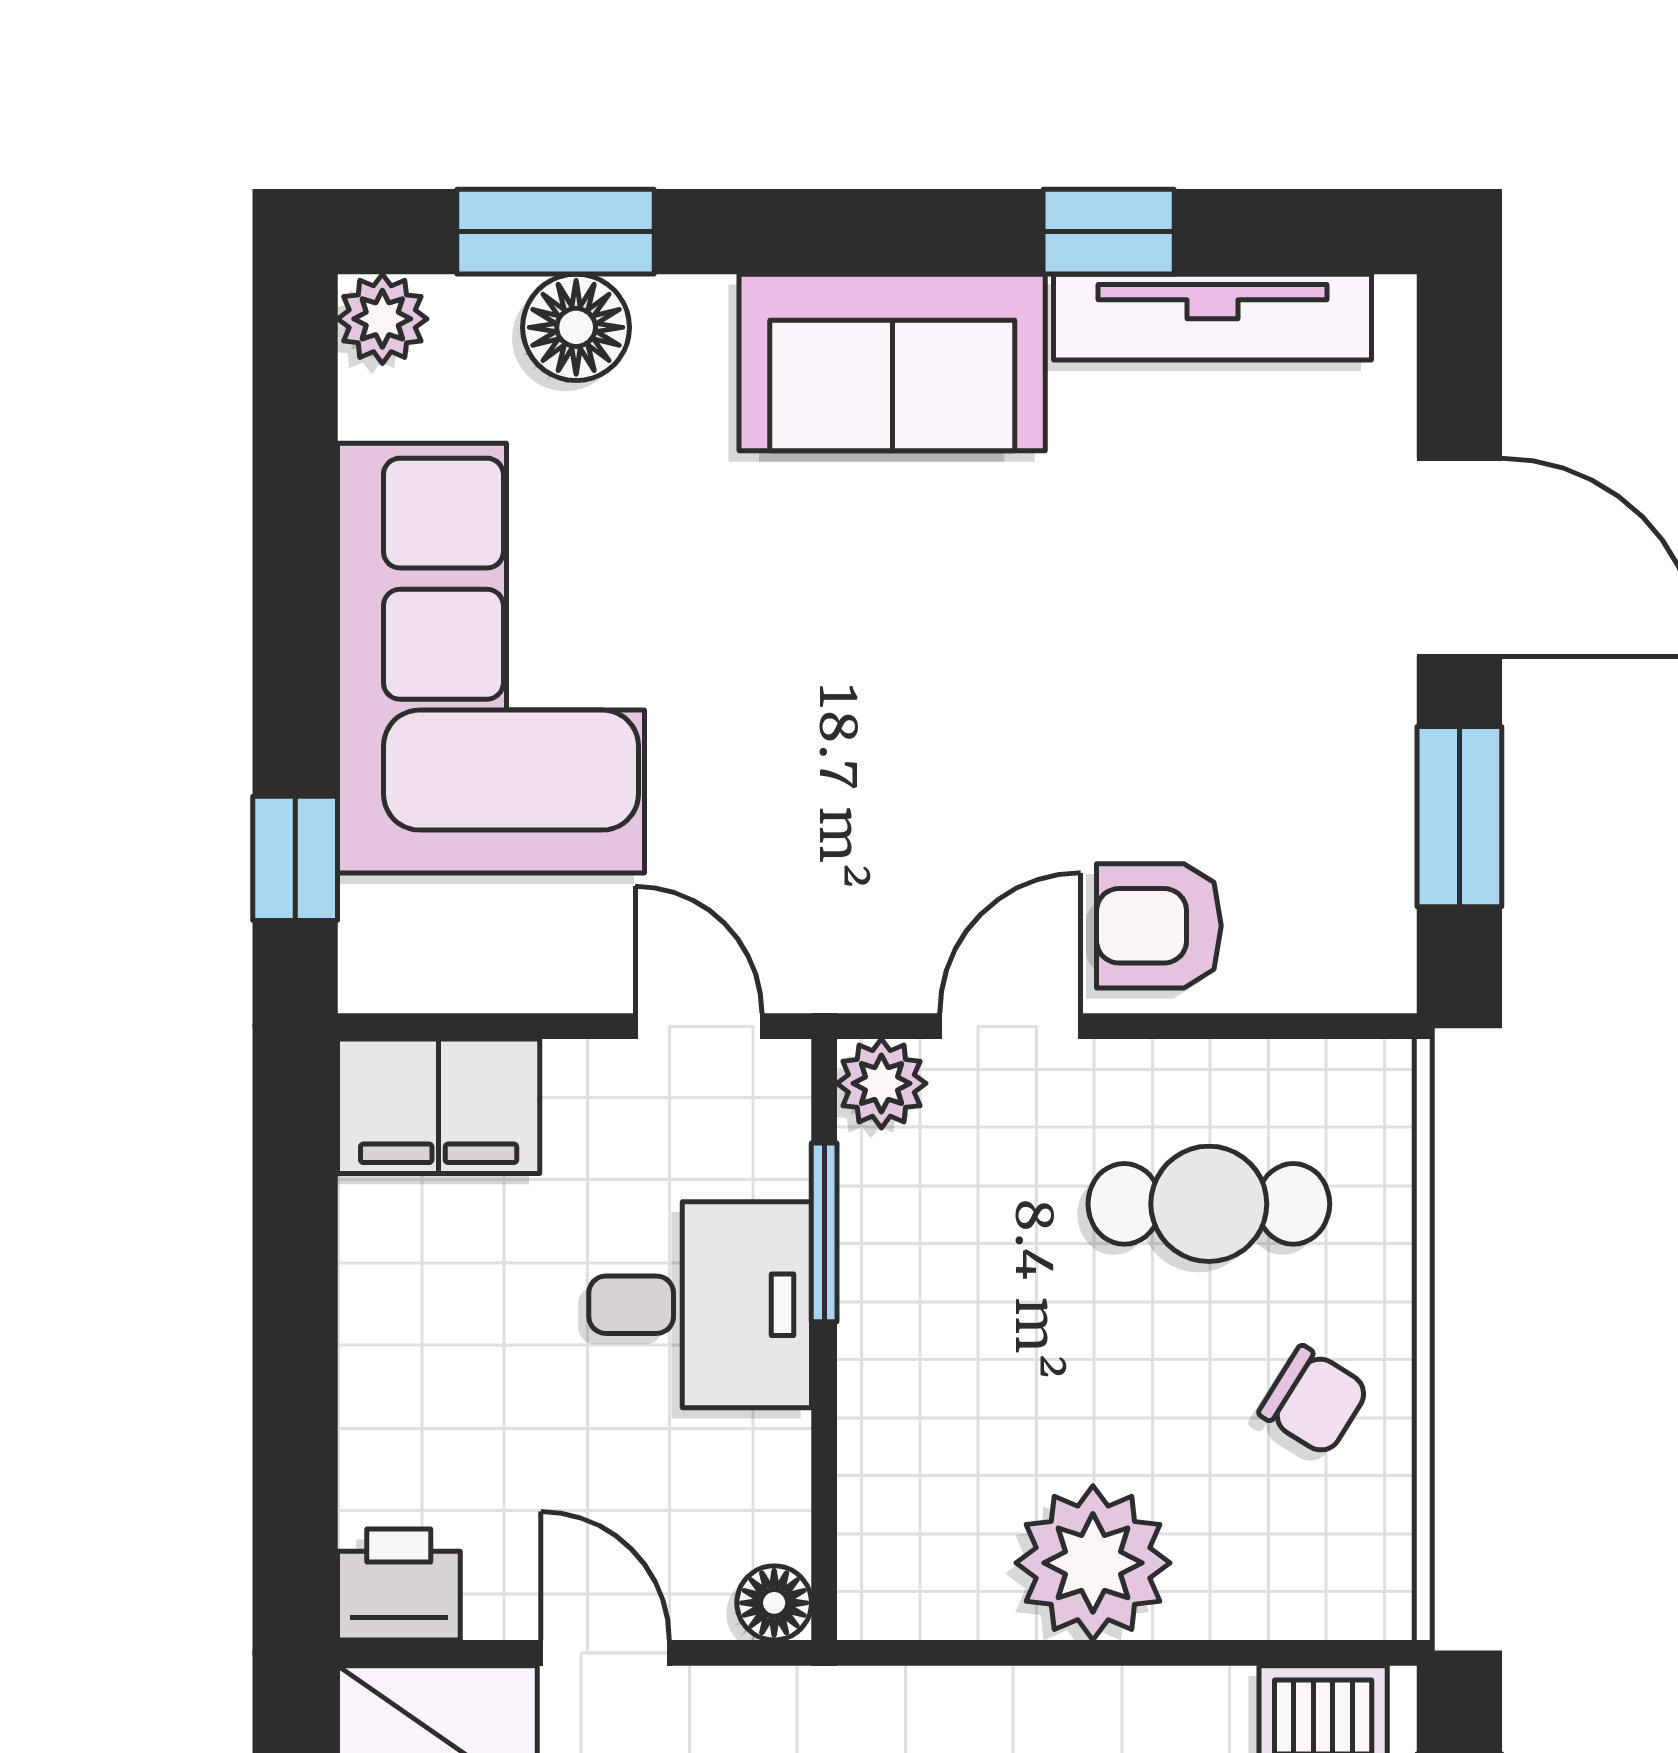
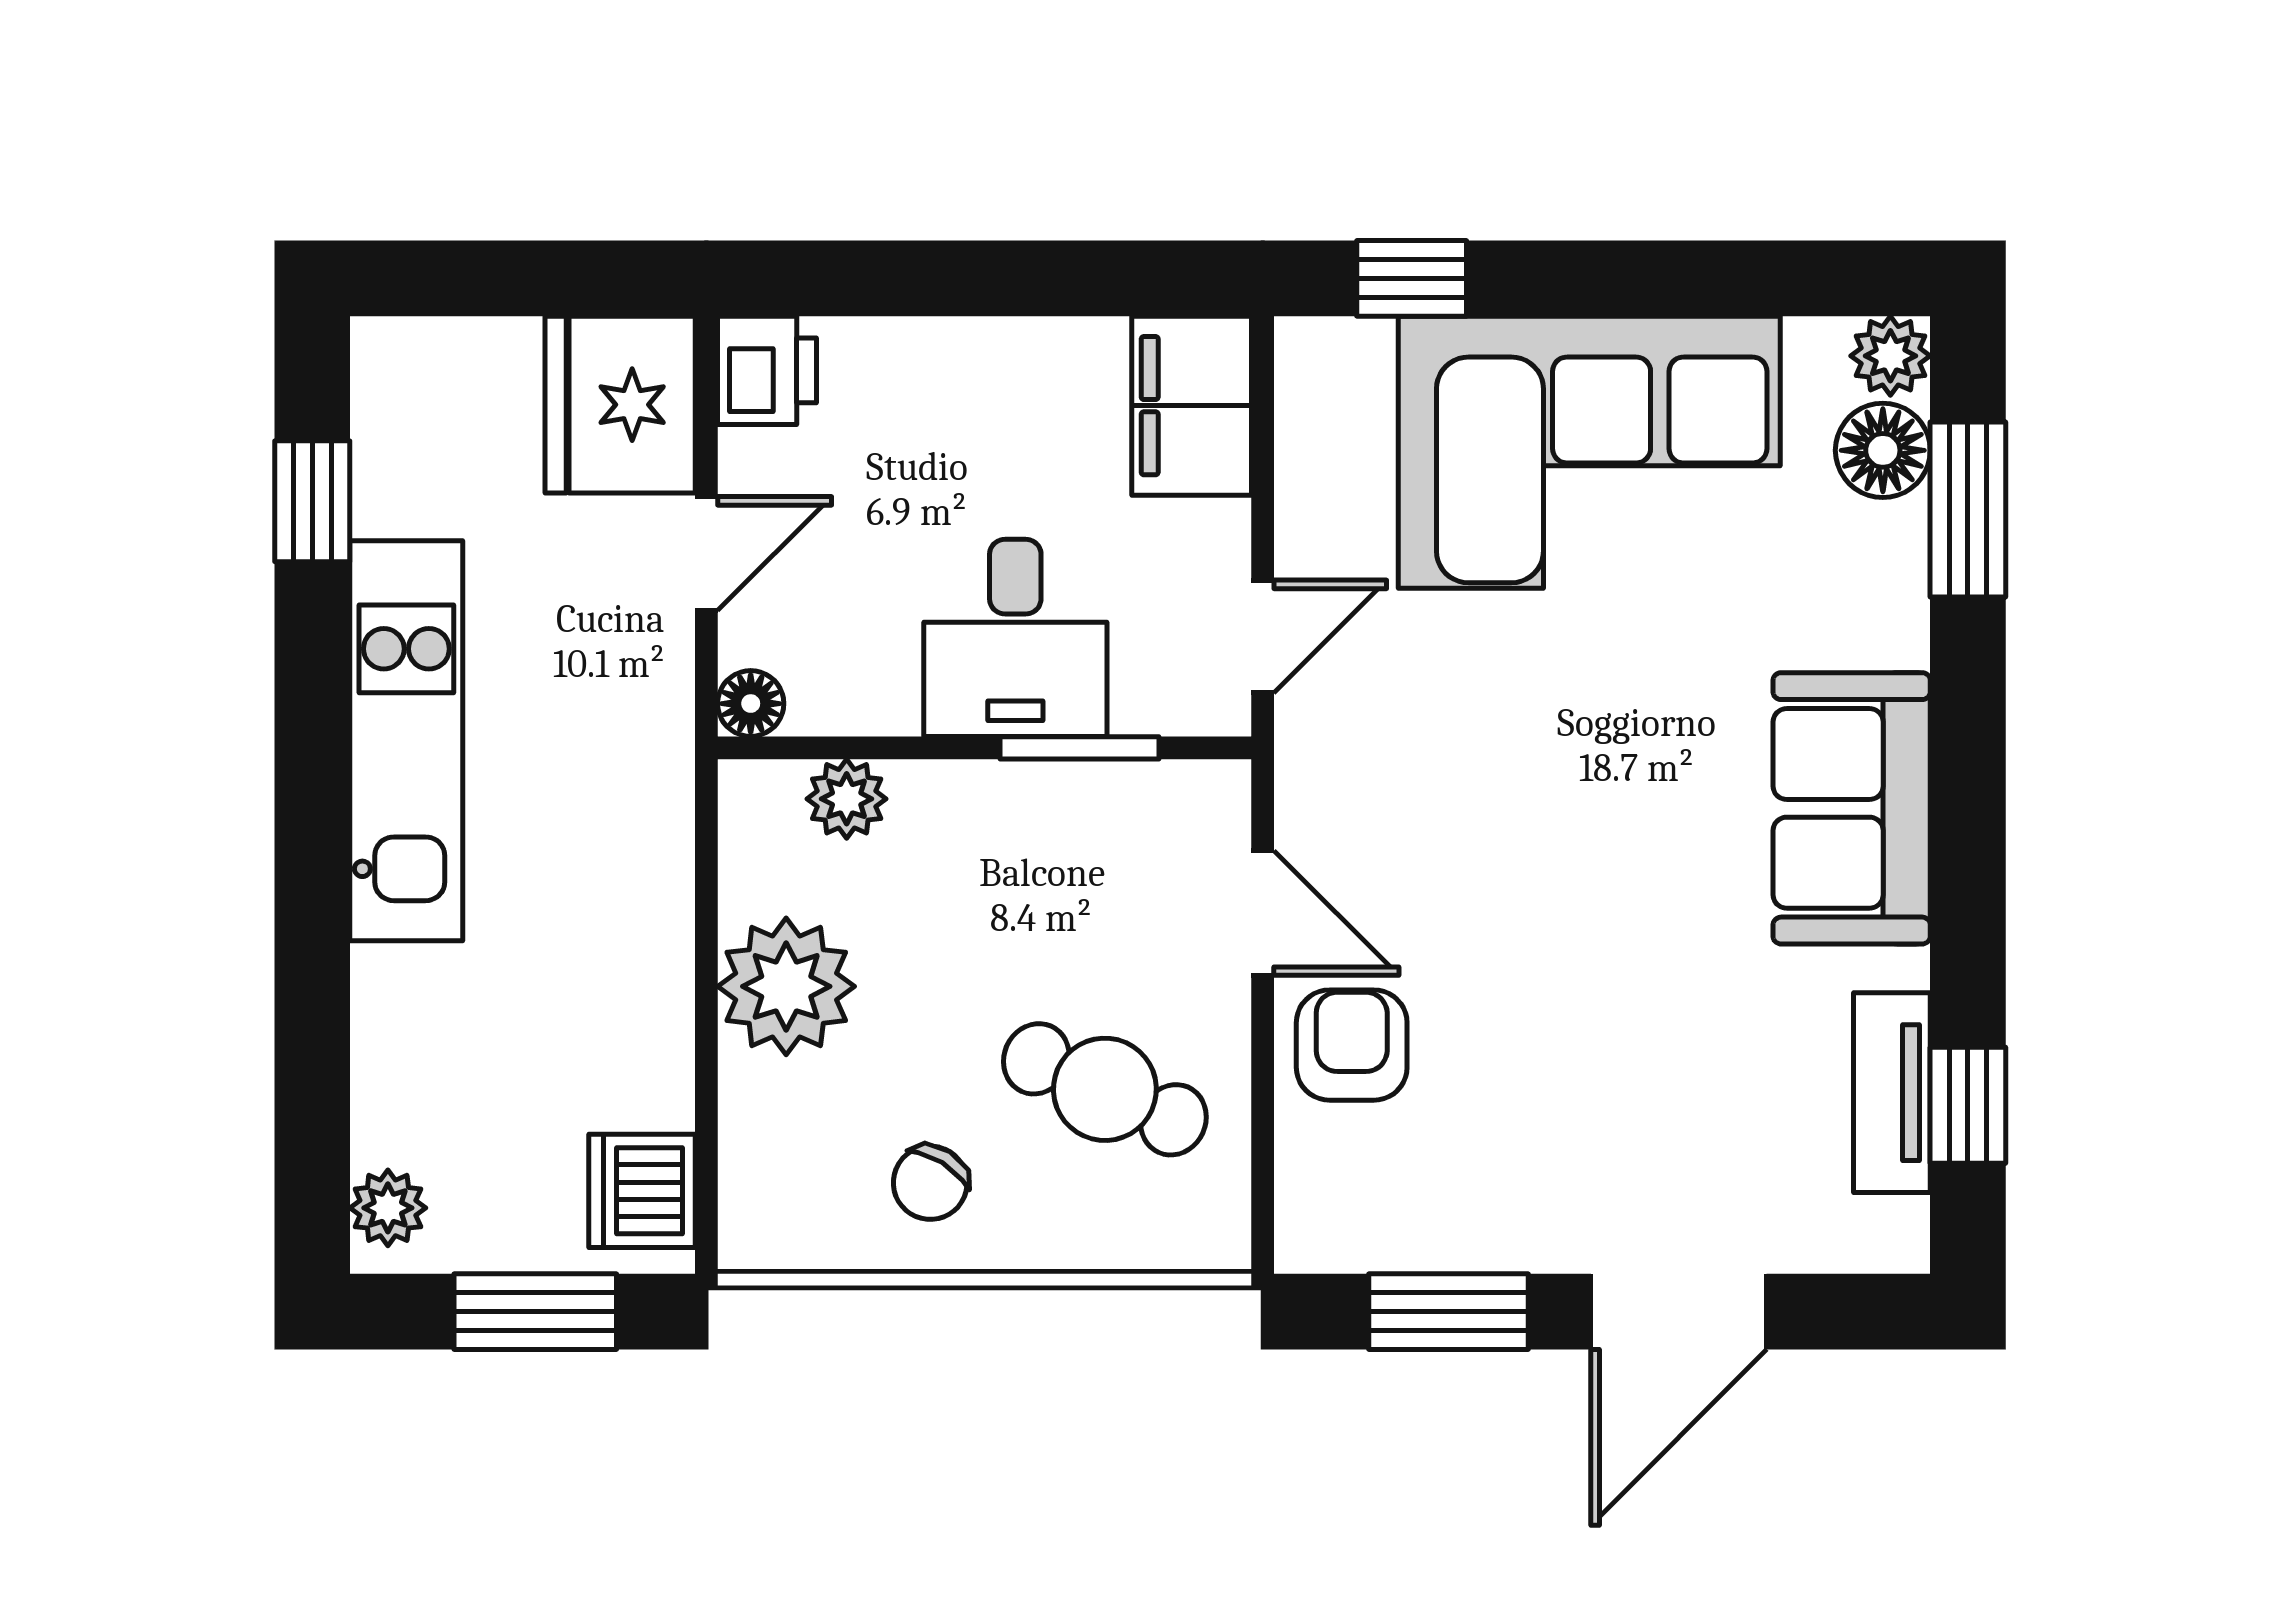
window: (1109, 232) -> (1968, 1105), moved
tv unit: (1213, 317) -> (1892, 1093), width x0.71
floor lamp: (576, 327) -> (1883, 450), moved
plant: (881, 1083) -> (847, 799), moved
cafe table: (1209, 1204) -> (1105, 1089), turned -66

